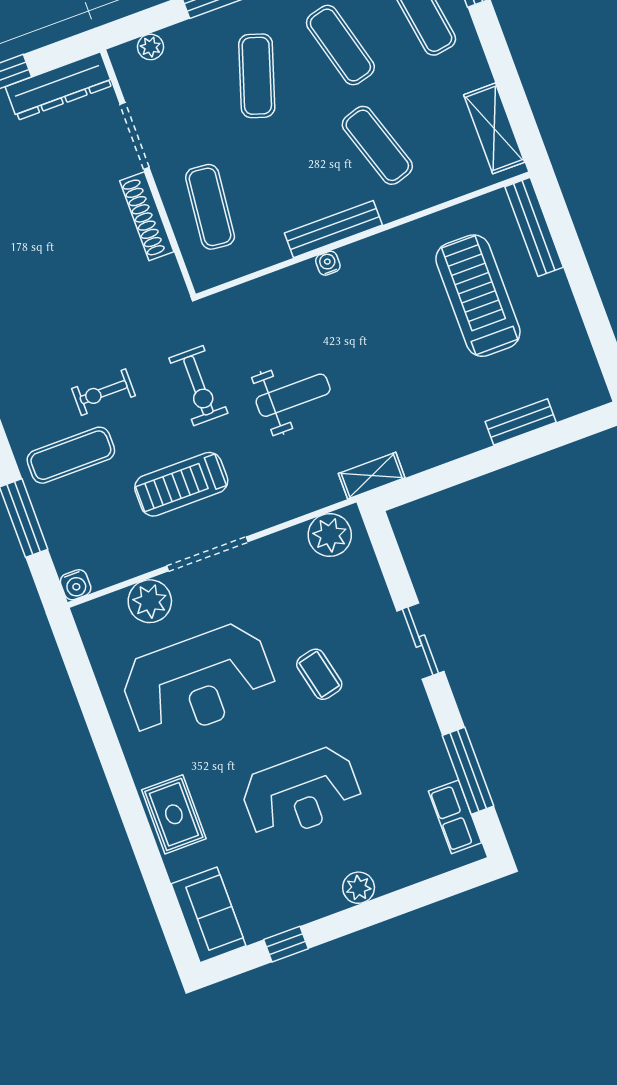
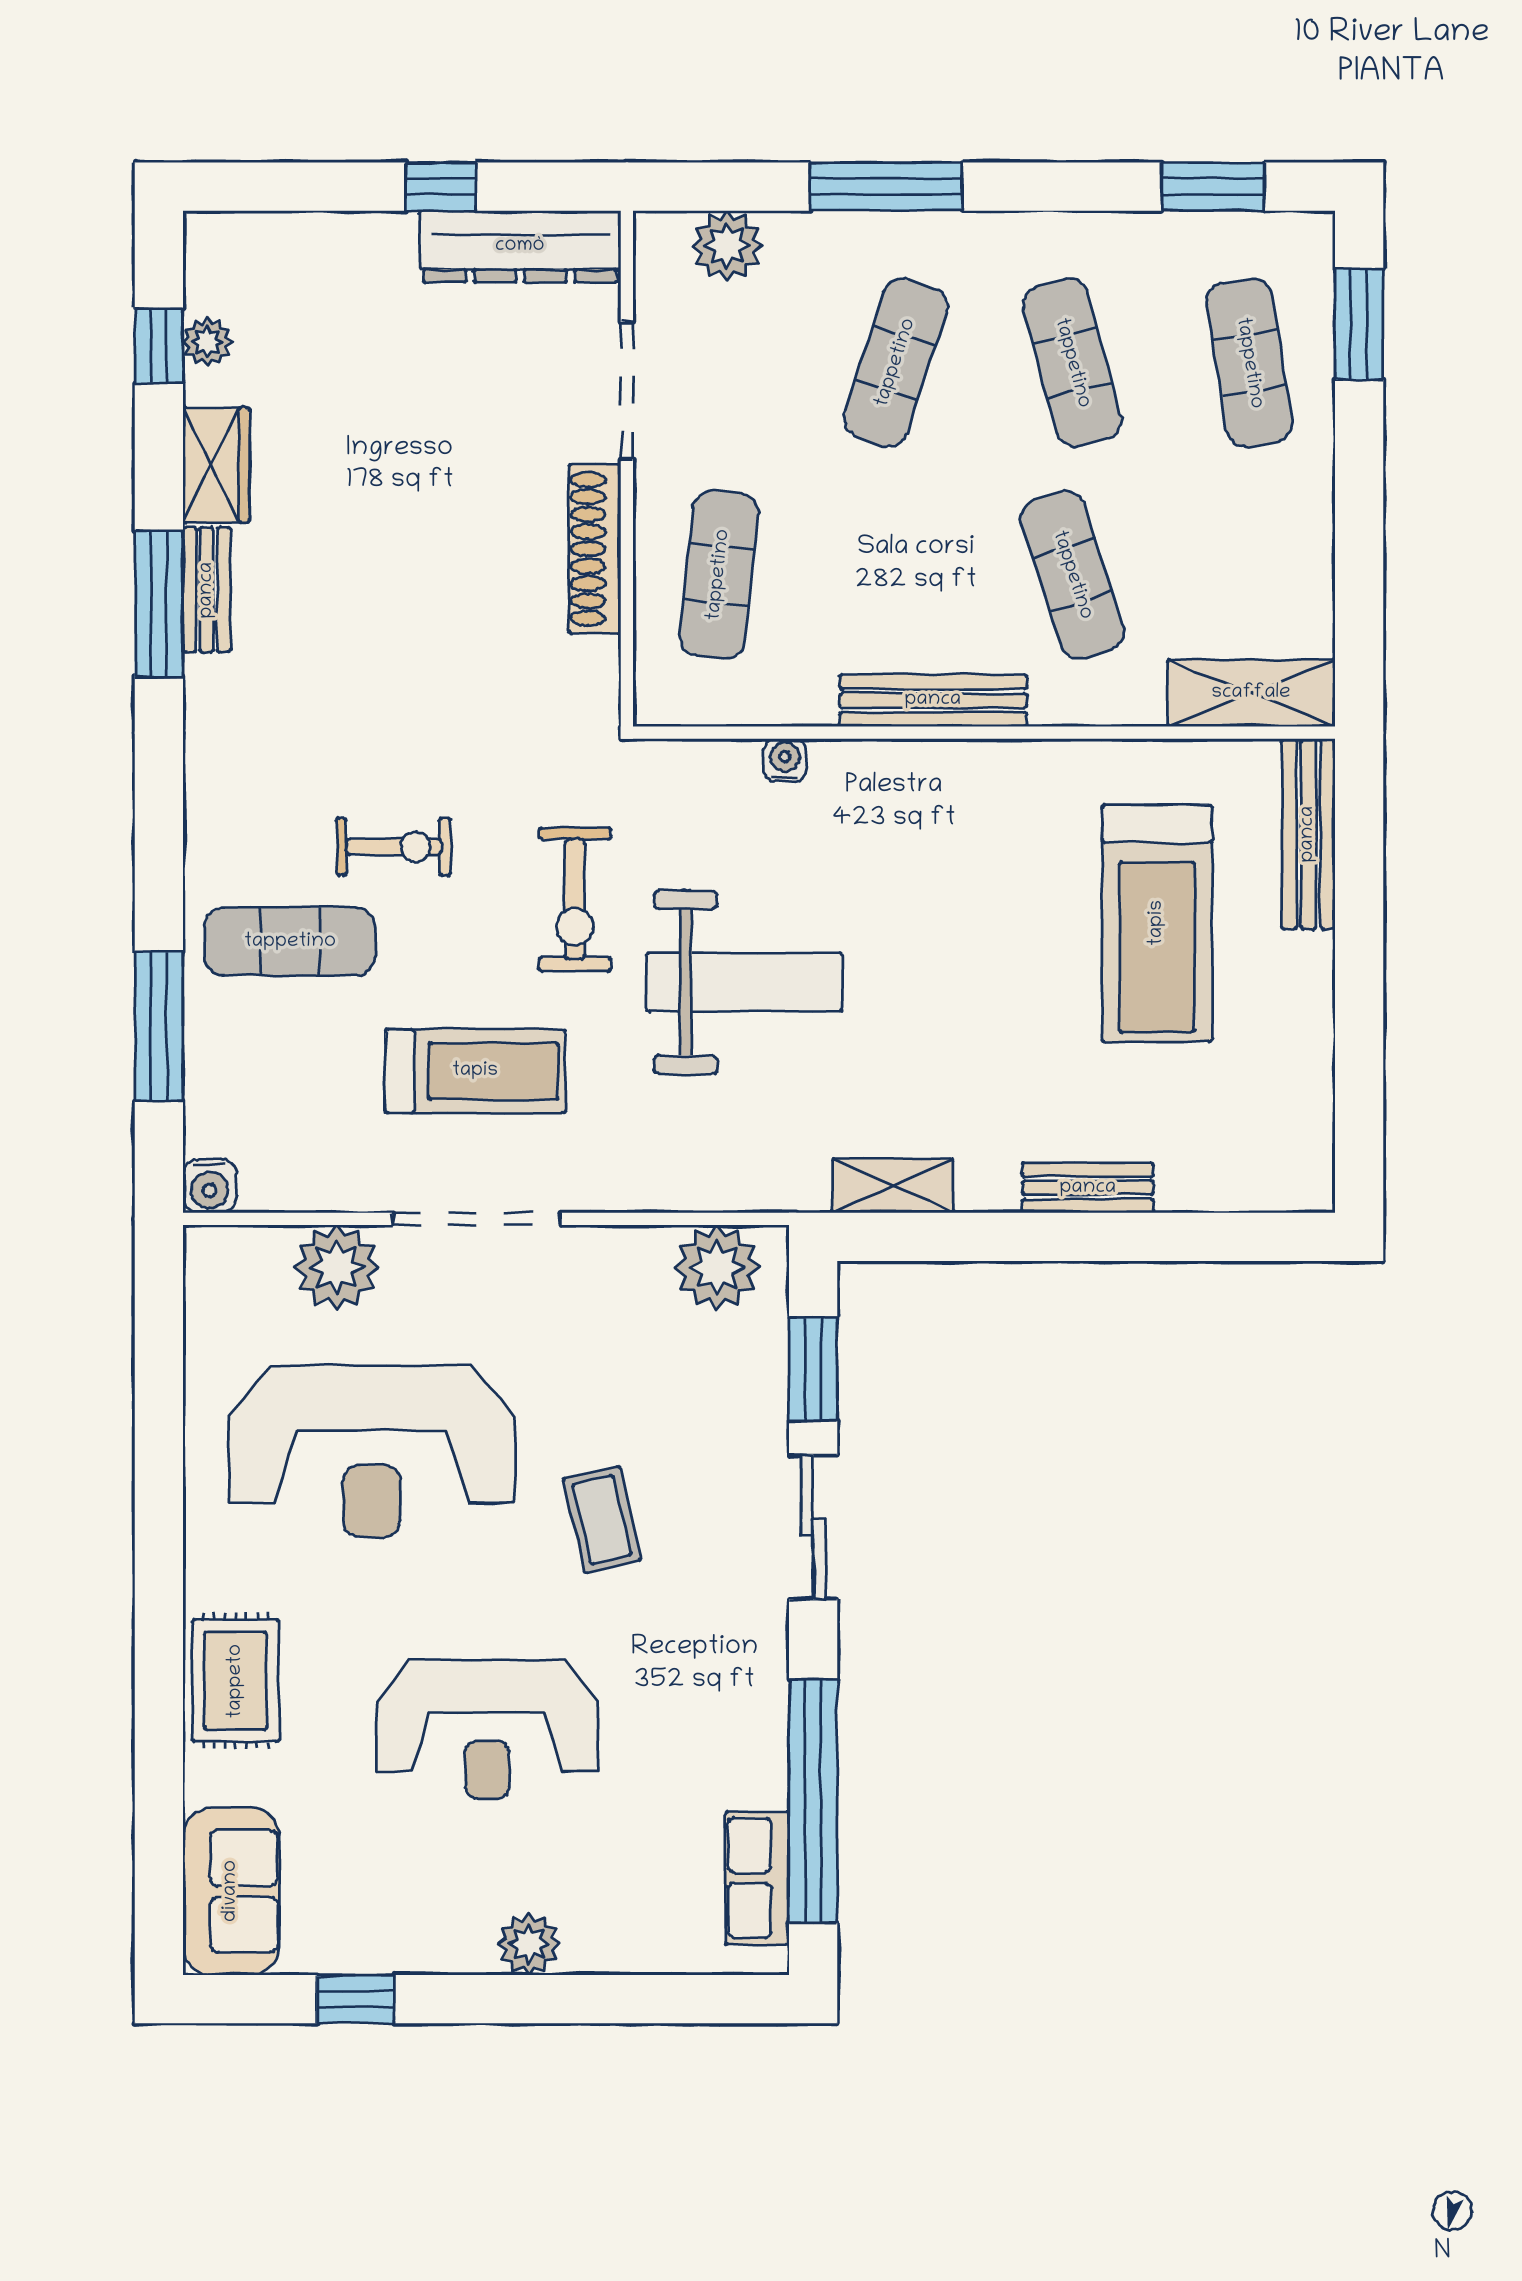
plant: (150, 47) -> (727, 246), width x1.38, depth x1.38
shelving: (494, 128) -> (1251, 693), moved, turned 90
water cooler: (328, 263) -> (785, 760), moved
treadmill: (478, 296) -> (1157, 923), turned 180
exercise bike: (104, 392) -> (394, 847), turned 180
weight bench: (293, 395) -> (744, 982), width x1.36, depth x1.33
bench: (521, 422) -> (1088, 1188), moved
shelving: (372, 476) -> (893, 1186), moved
treadmill: (181, 484) -> (475, 1071), turned 180
window: (393, 566) -> (813, 1369), added
window: (468, 771) -> (813, 1801), width x1.46

